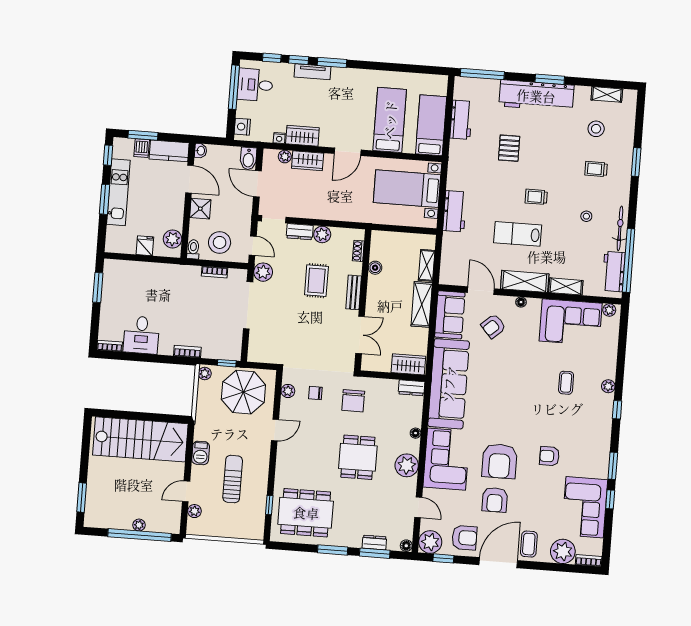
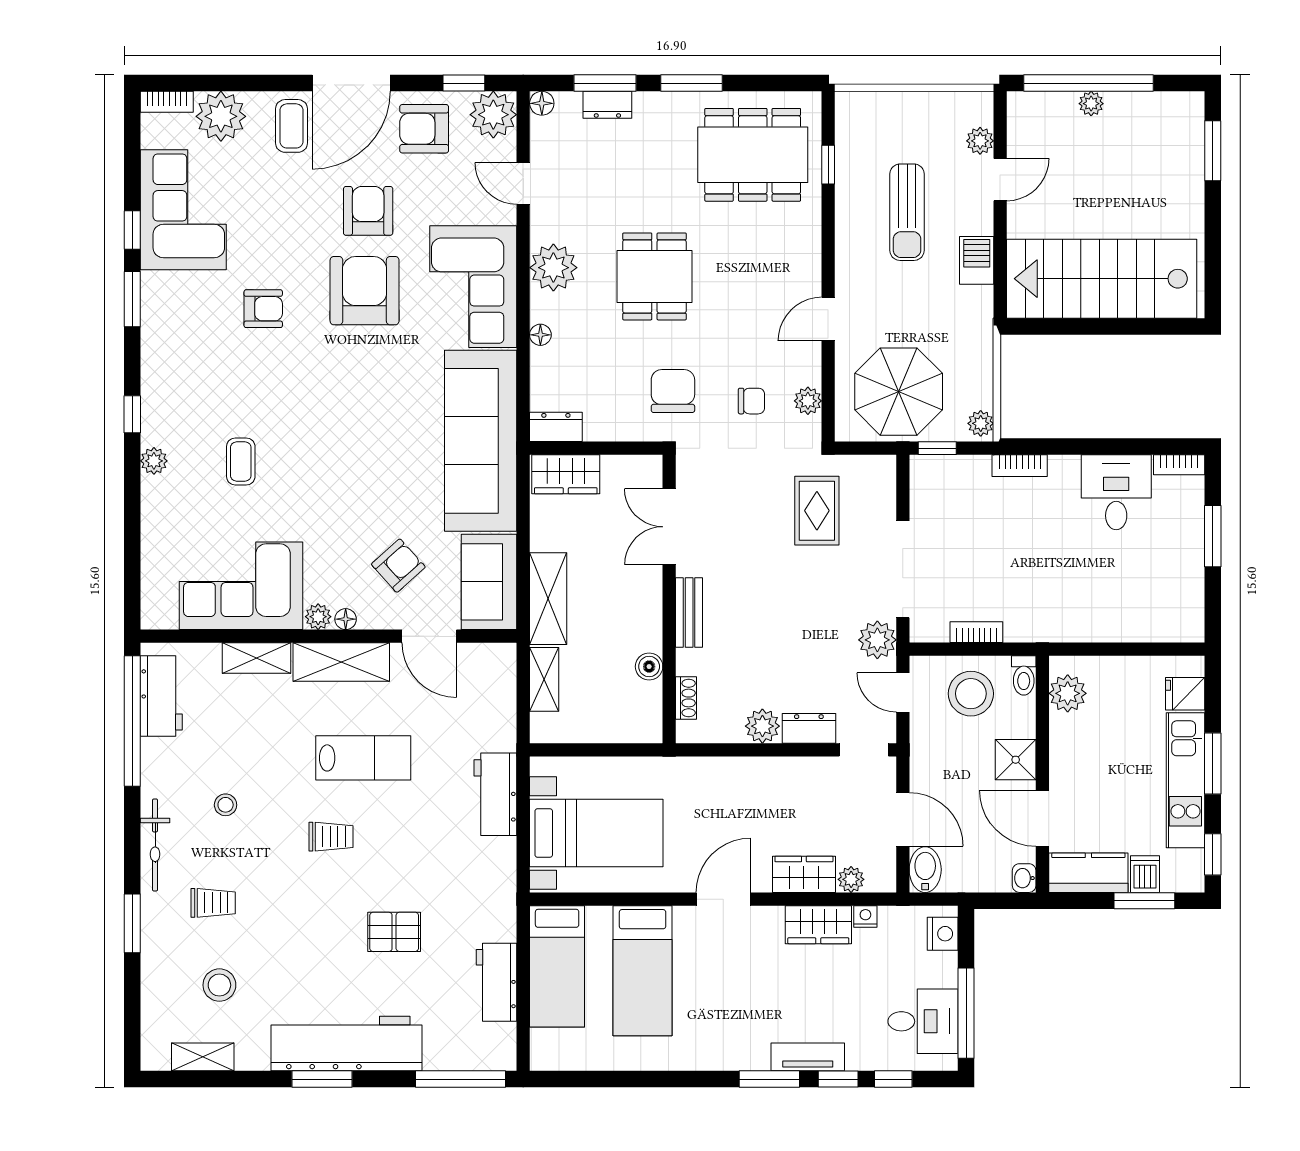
pallet: (509, 148) -> (394, 932), turned 90
bicycle: (620, 228) -> (155, 845), moved
fridge: (145, 246) -> (1185, 694), moved, turned 90
rug: (316, 281) -> (817, 511), moved
window: (98, 287) -> (1213, 536), moved
plant: (609, 310) -> (318, 617), moved

